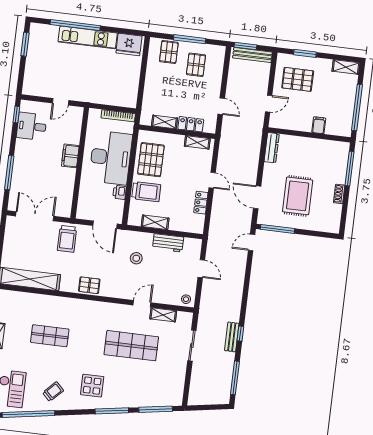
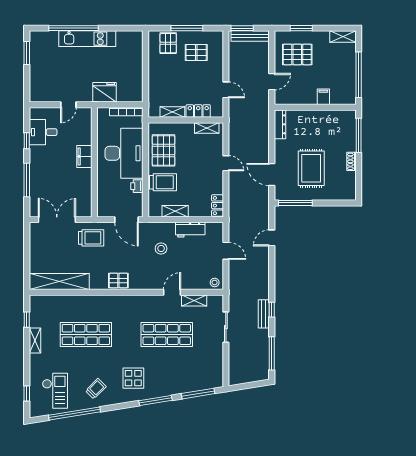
fridge: (129, 44) -> (105, 92), moved, turned 180
pallet: (196, 65) -> (196, 52), turned 90
window: (16, 114) -> (27, 141), moved
locker: (201, 203) -> (218, 206), moved
trolley: (67, 239) -> (91, 238), turned -90
door: (252, 242) -> (272, 238), moved
shop shelf: (50, 336) -> (86, 334), width x1.43, depth x1.36

